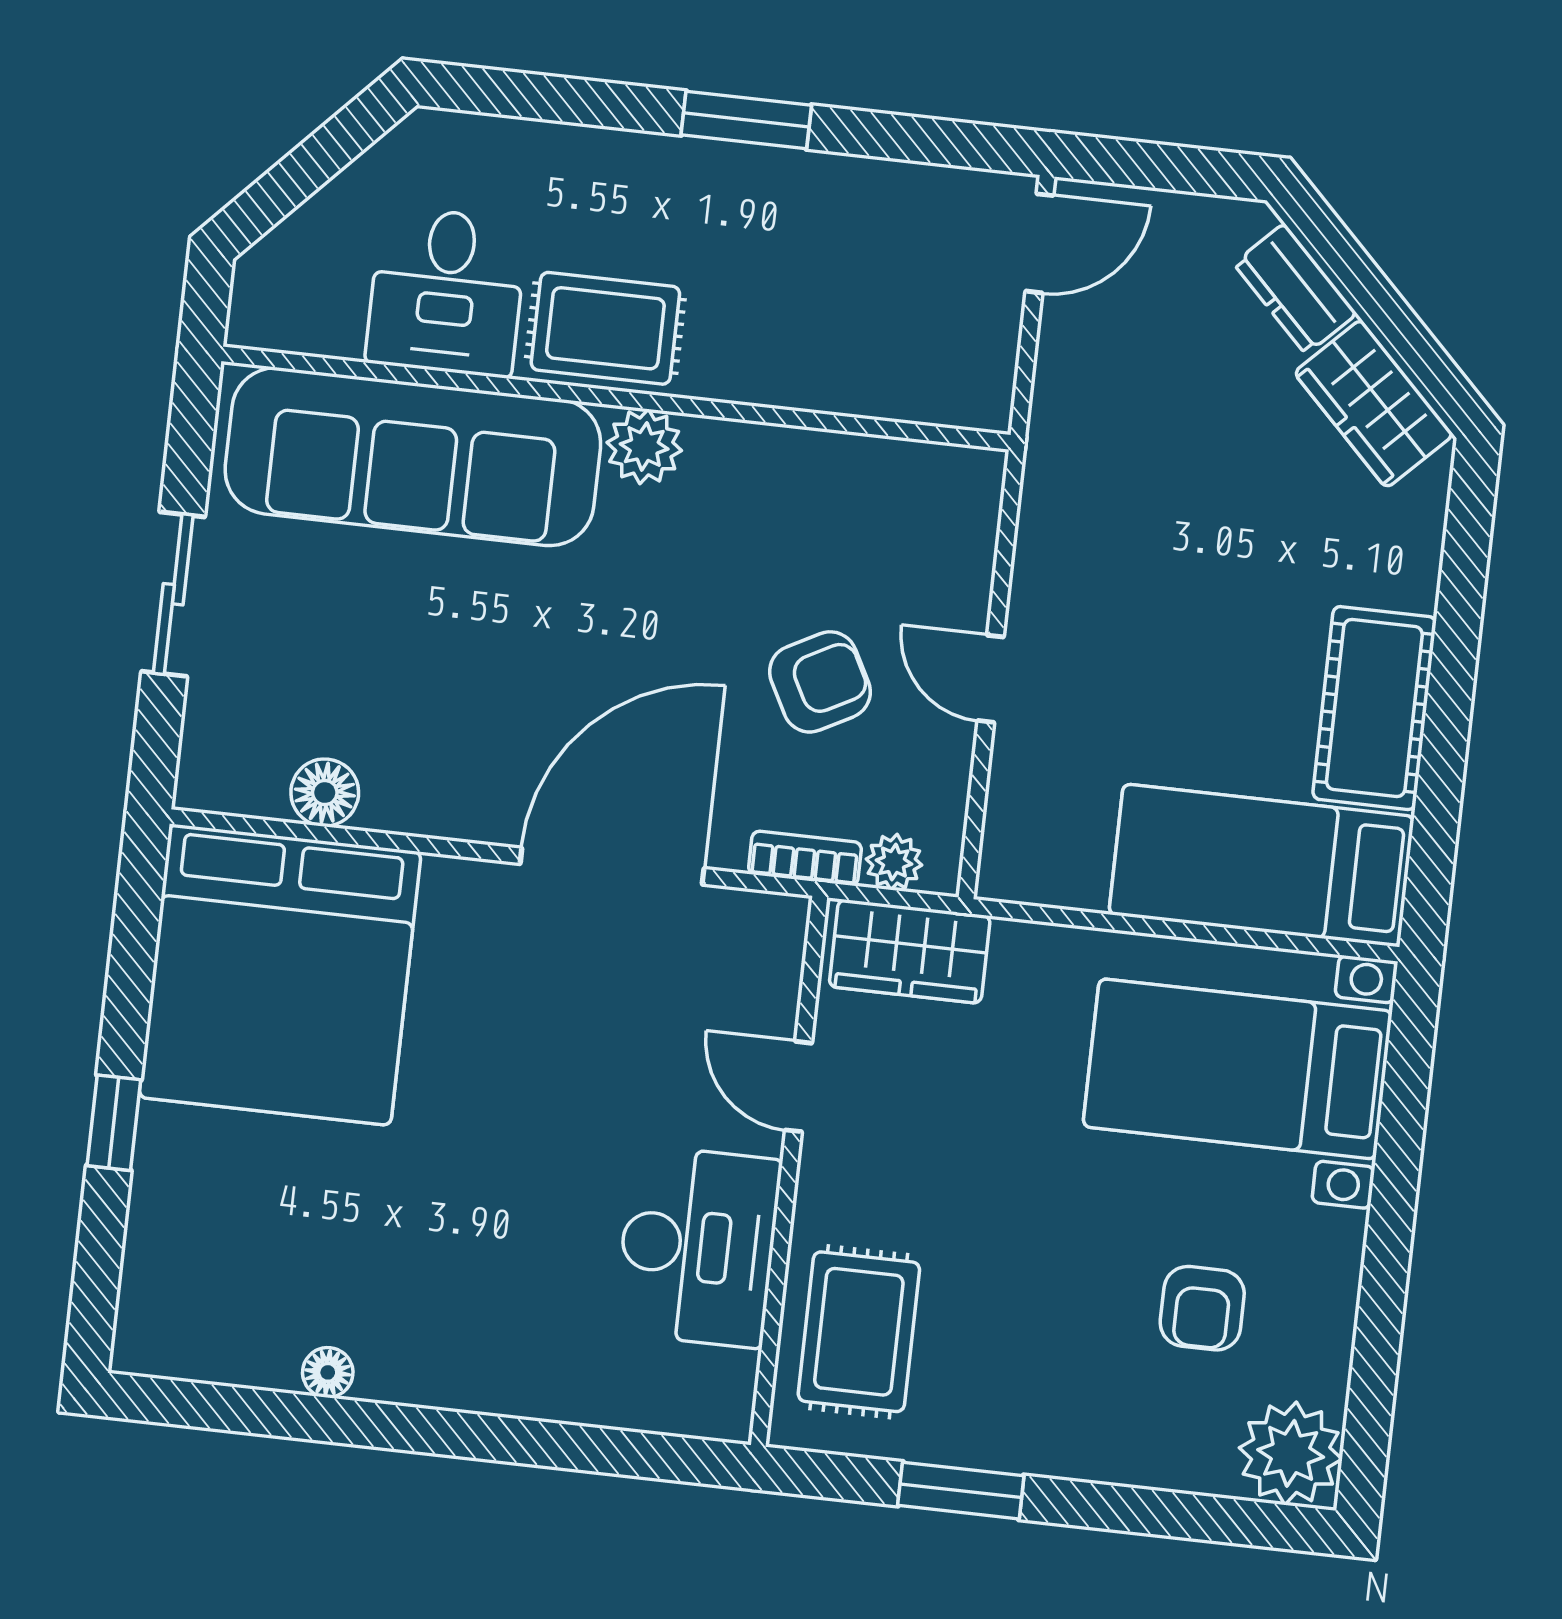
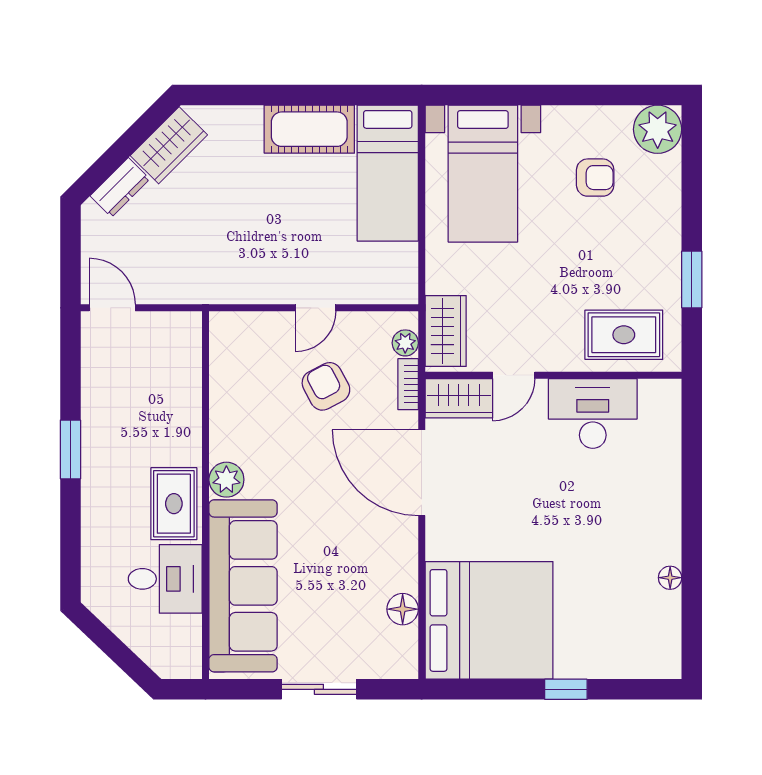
wardrobe: (763, 963) -> (459, 398), added

